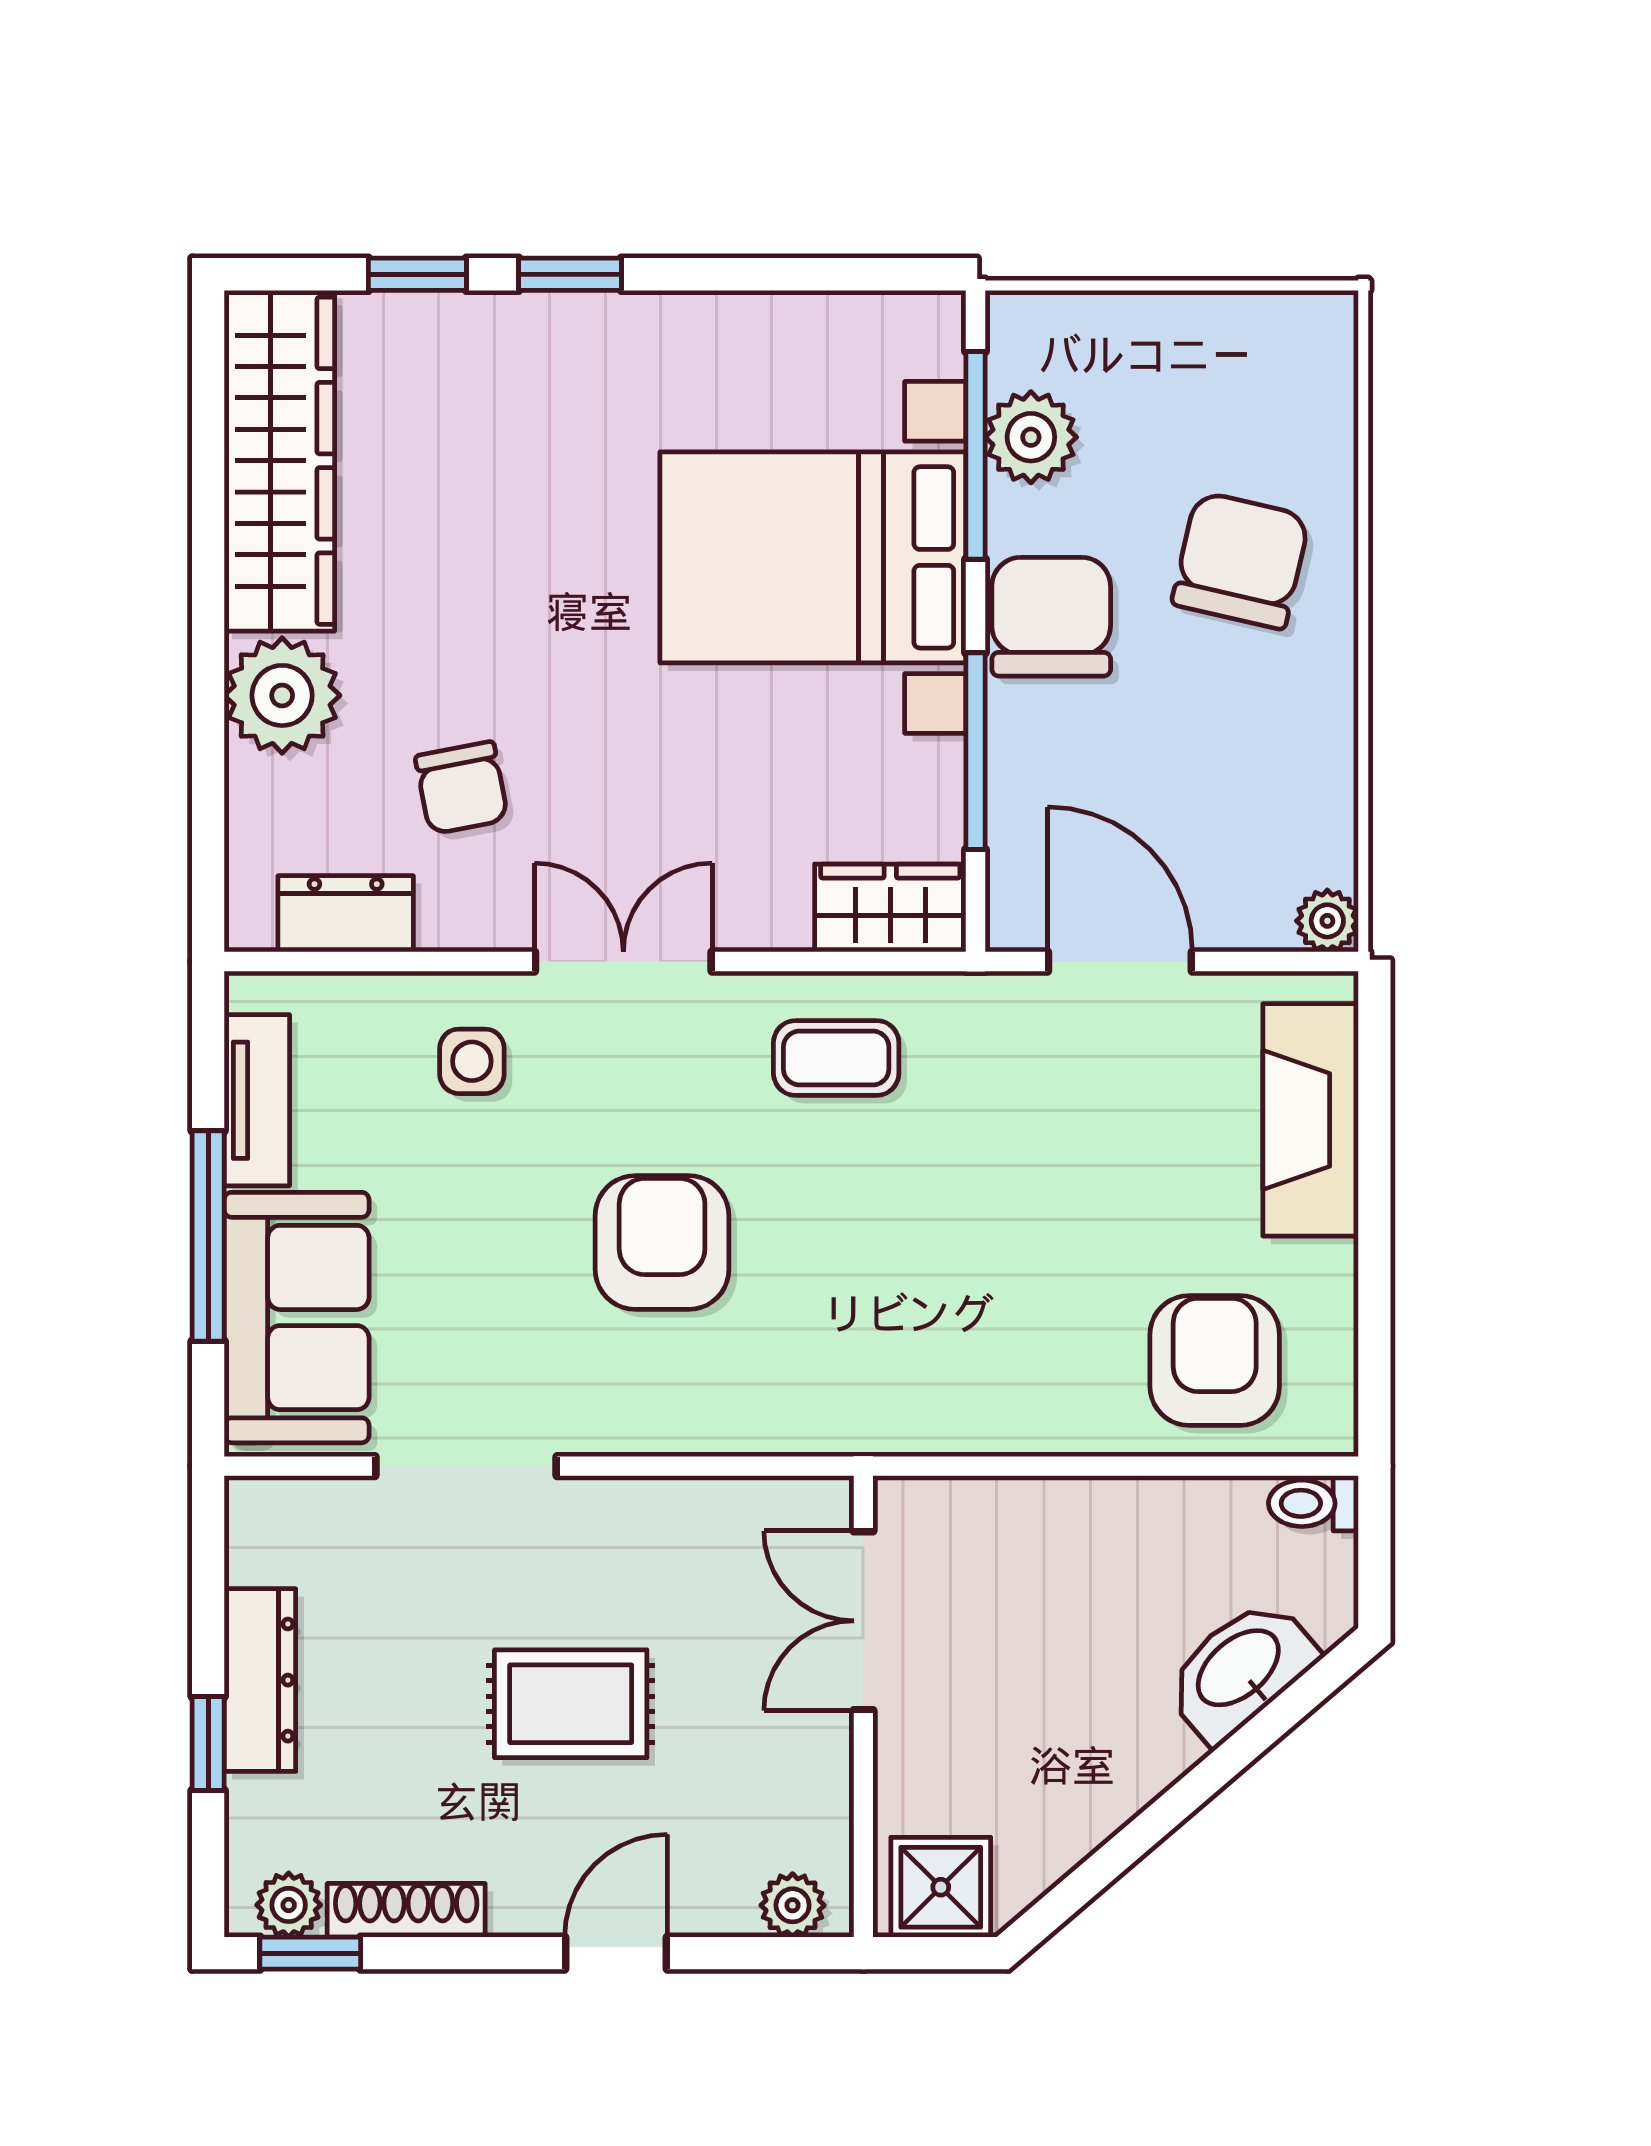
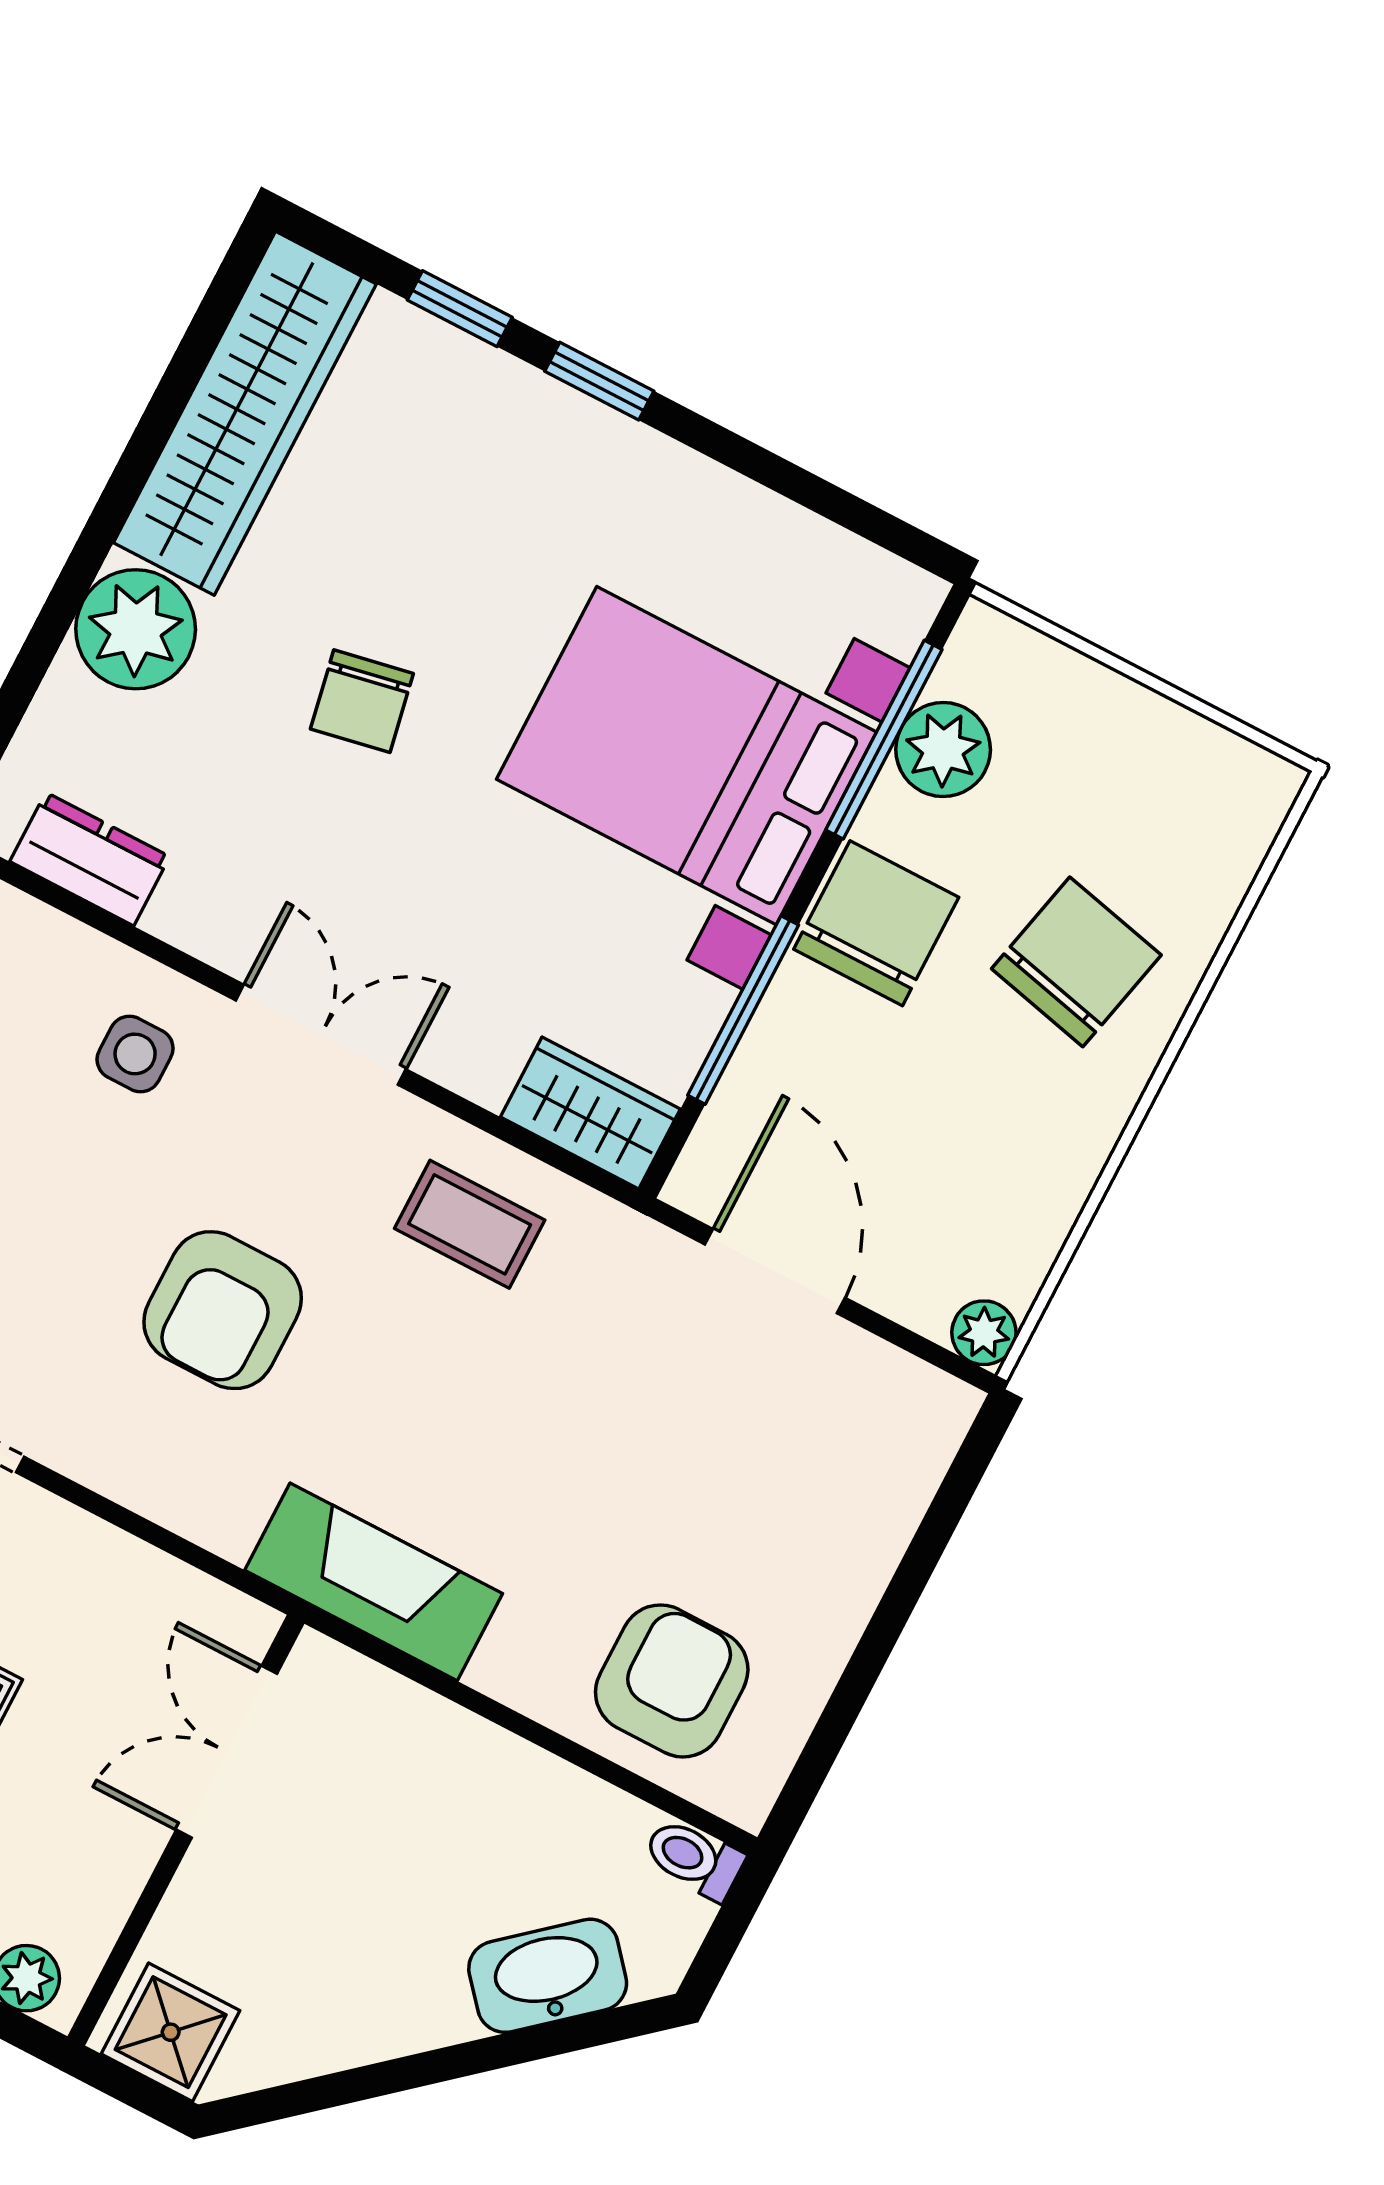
chair: (462, 788) -> (362, 701), moved
fireplace: (1311, 1120) -> (374, 1582), moved, turned 90
armchair: (662, 1242) -> (223, 1310), turned 180

